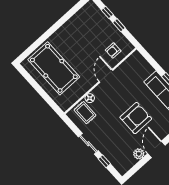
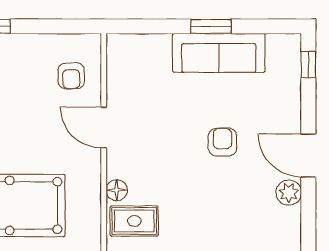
window: (119, 25) -> (37, 26), removed
armchair: (136, 118) -> (222, 142), width x0.53, depth x0.53

